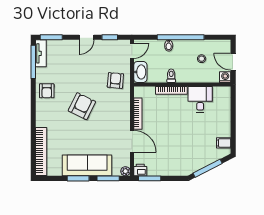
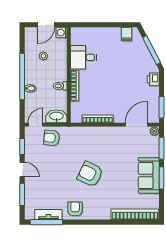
window: (51, 37) -> (22, 194), moved
door: (132, 51) -> (35, 125), hinge flipped
tv unit: (41, 53) -> (48, 215), moved
armchair: (115, 80) -> (52, 138), moved
armchair: (47, 91) -> (75, 209), turned -90
door: (132, 141) -> (136, 125), moved
sofa: (87, 165) -> (149, 175), width x0.73
printer: (140, 170) -> (153, 79), moved

